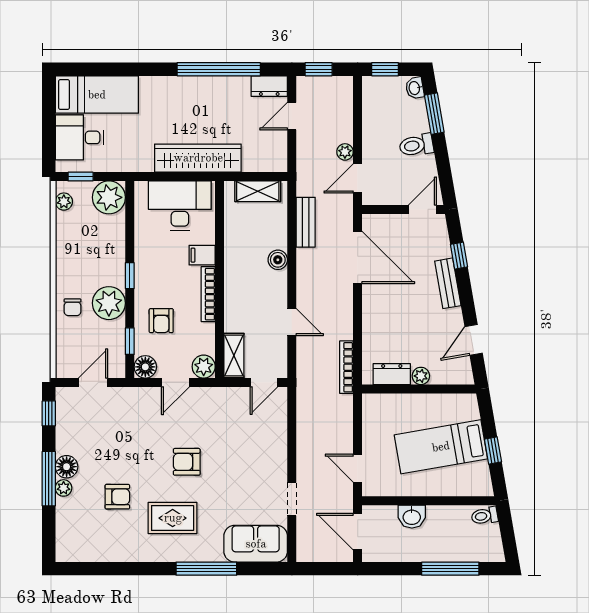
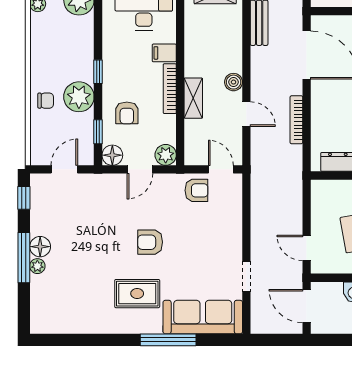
boiler: (278, 260) -> (234, 82), moved
chair: (73, 307) -> (46, 101), turned -90
shelving: (234, 355) -> (193, 98), moved
bookcase: (346, 367) -> (296, 120), moved
door: (264, 382) -> (221, 169), swing flipped
armchair: (117, 497) -> (196, 190), moved
sofa: (256, 544) -> (203, 317), width x1.36

